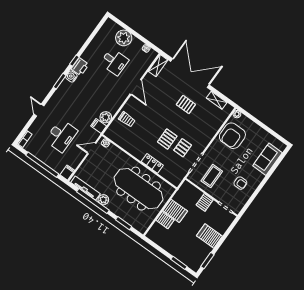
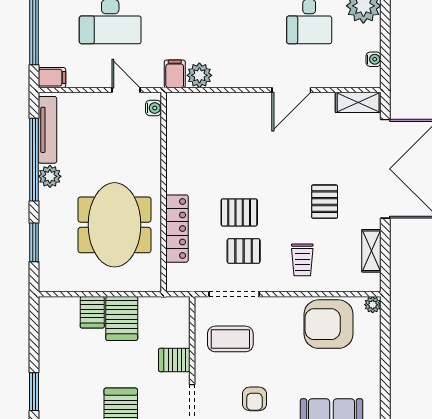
trolley: (127, 119) -> (302, 260), moved
locker: (152, 163) -> (177, 229), width x1.53
meeting table: (139, 189) -> (115, 225), width x0.73

